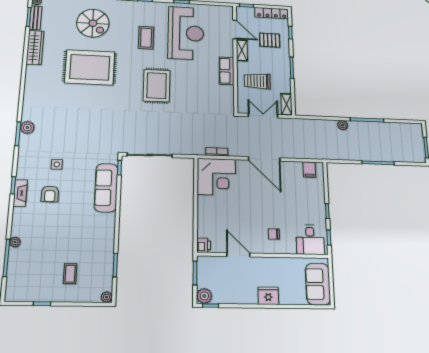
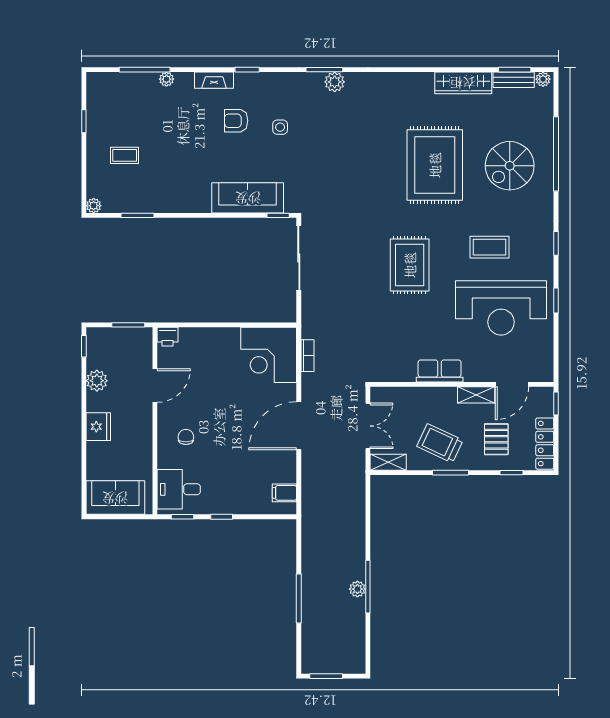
trolley: (257, 81) -> (440, 443), moved, turned -65
rug: (157, 86) -> (410, 265), turned 90
plant: (343, 125) -> (357, 589), moved
fireplace: (20, 193) -> (214, 80), moved
plant: (204, 296) -> (97, 381), moved

